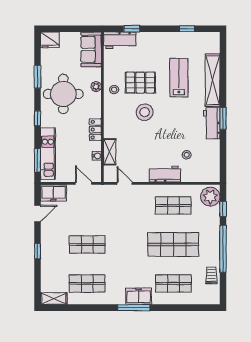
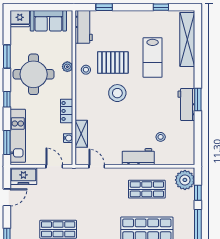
workbench: (120, 40) -> (84, 27), moved, turned -90
sofa: (91, 49) -> (48, 21), moved, turned -90
lab bench: (179, 78) -> (153, 58), turned 180
shelving: (213, 80) -> (187, 39), moved

